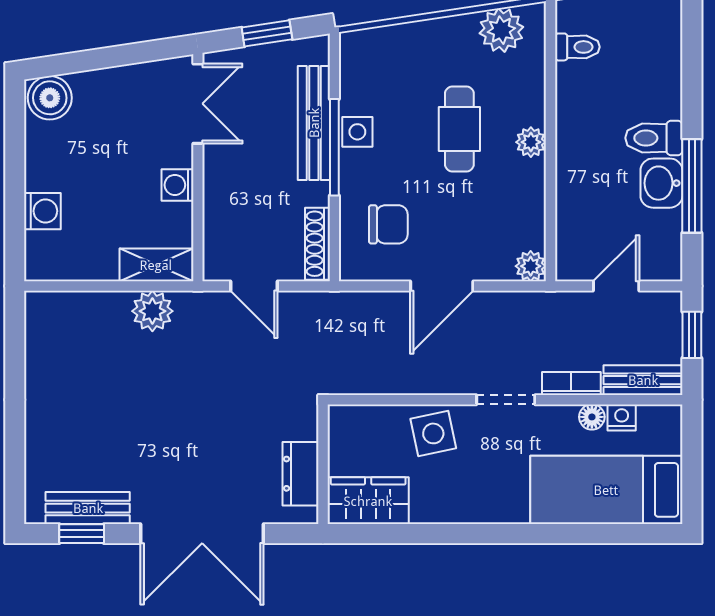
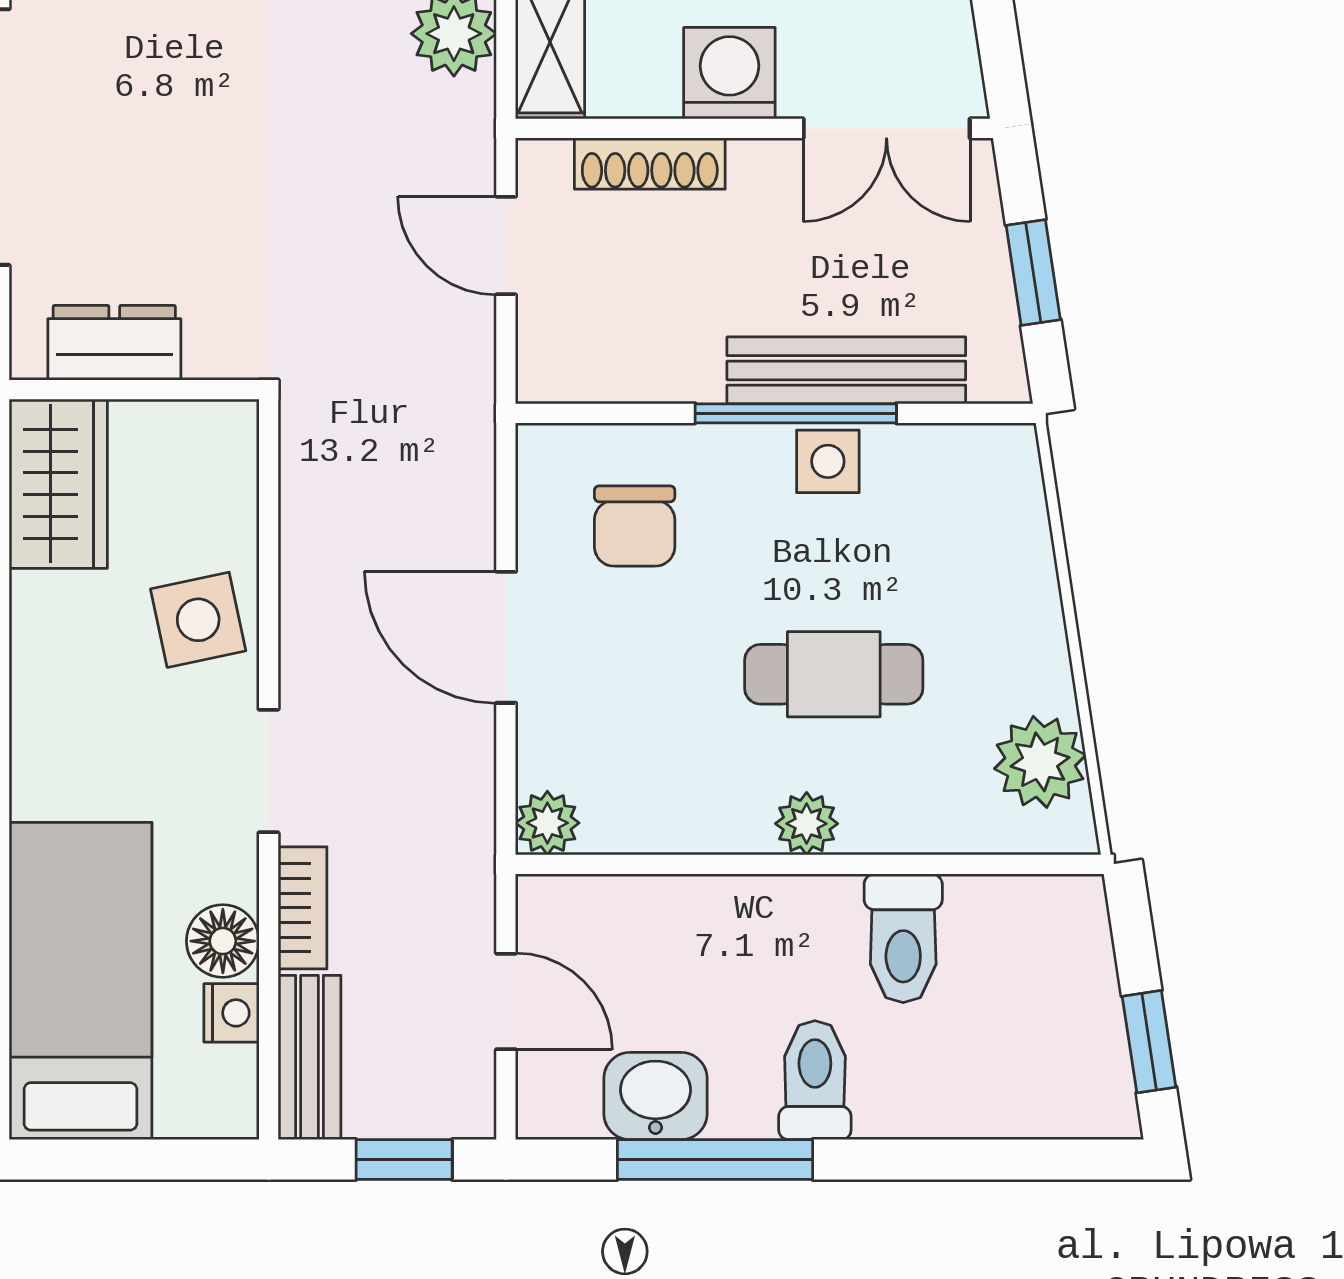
toilet: (577, 47) -> (903, 938), moved, width x1.37, depth x1.39
washbasin: (661, 183) -> (655, 1096), moved
washing machine: (177, 185) -> (729, 73), width x1.38, depth x1.38
shoe rack: (318, 244) -> (650, 164), moved, turned 180
door: (254, 286) -> (506, 246), hinge flipped
floor lamp: (592, 417) -> (223, 941), width x1.37, depth x1.37

